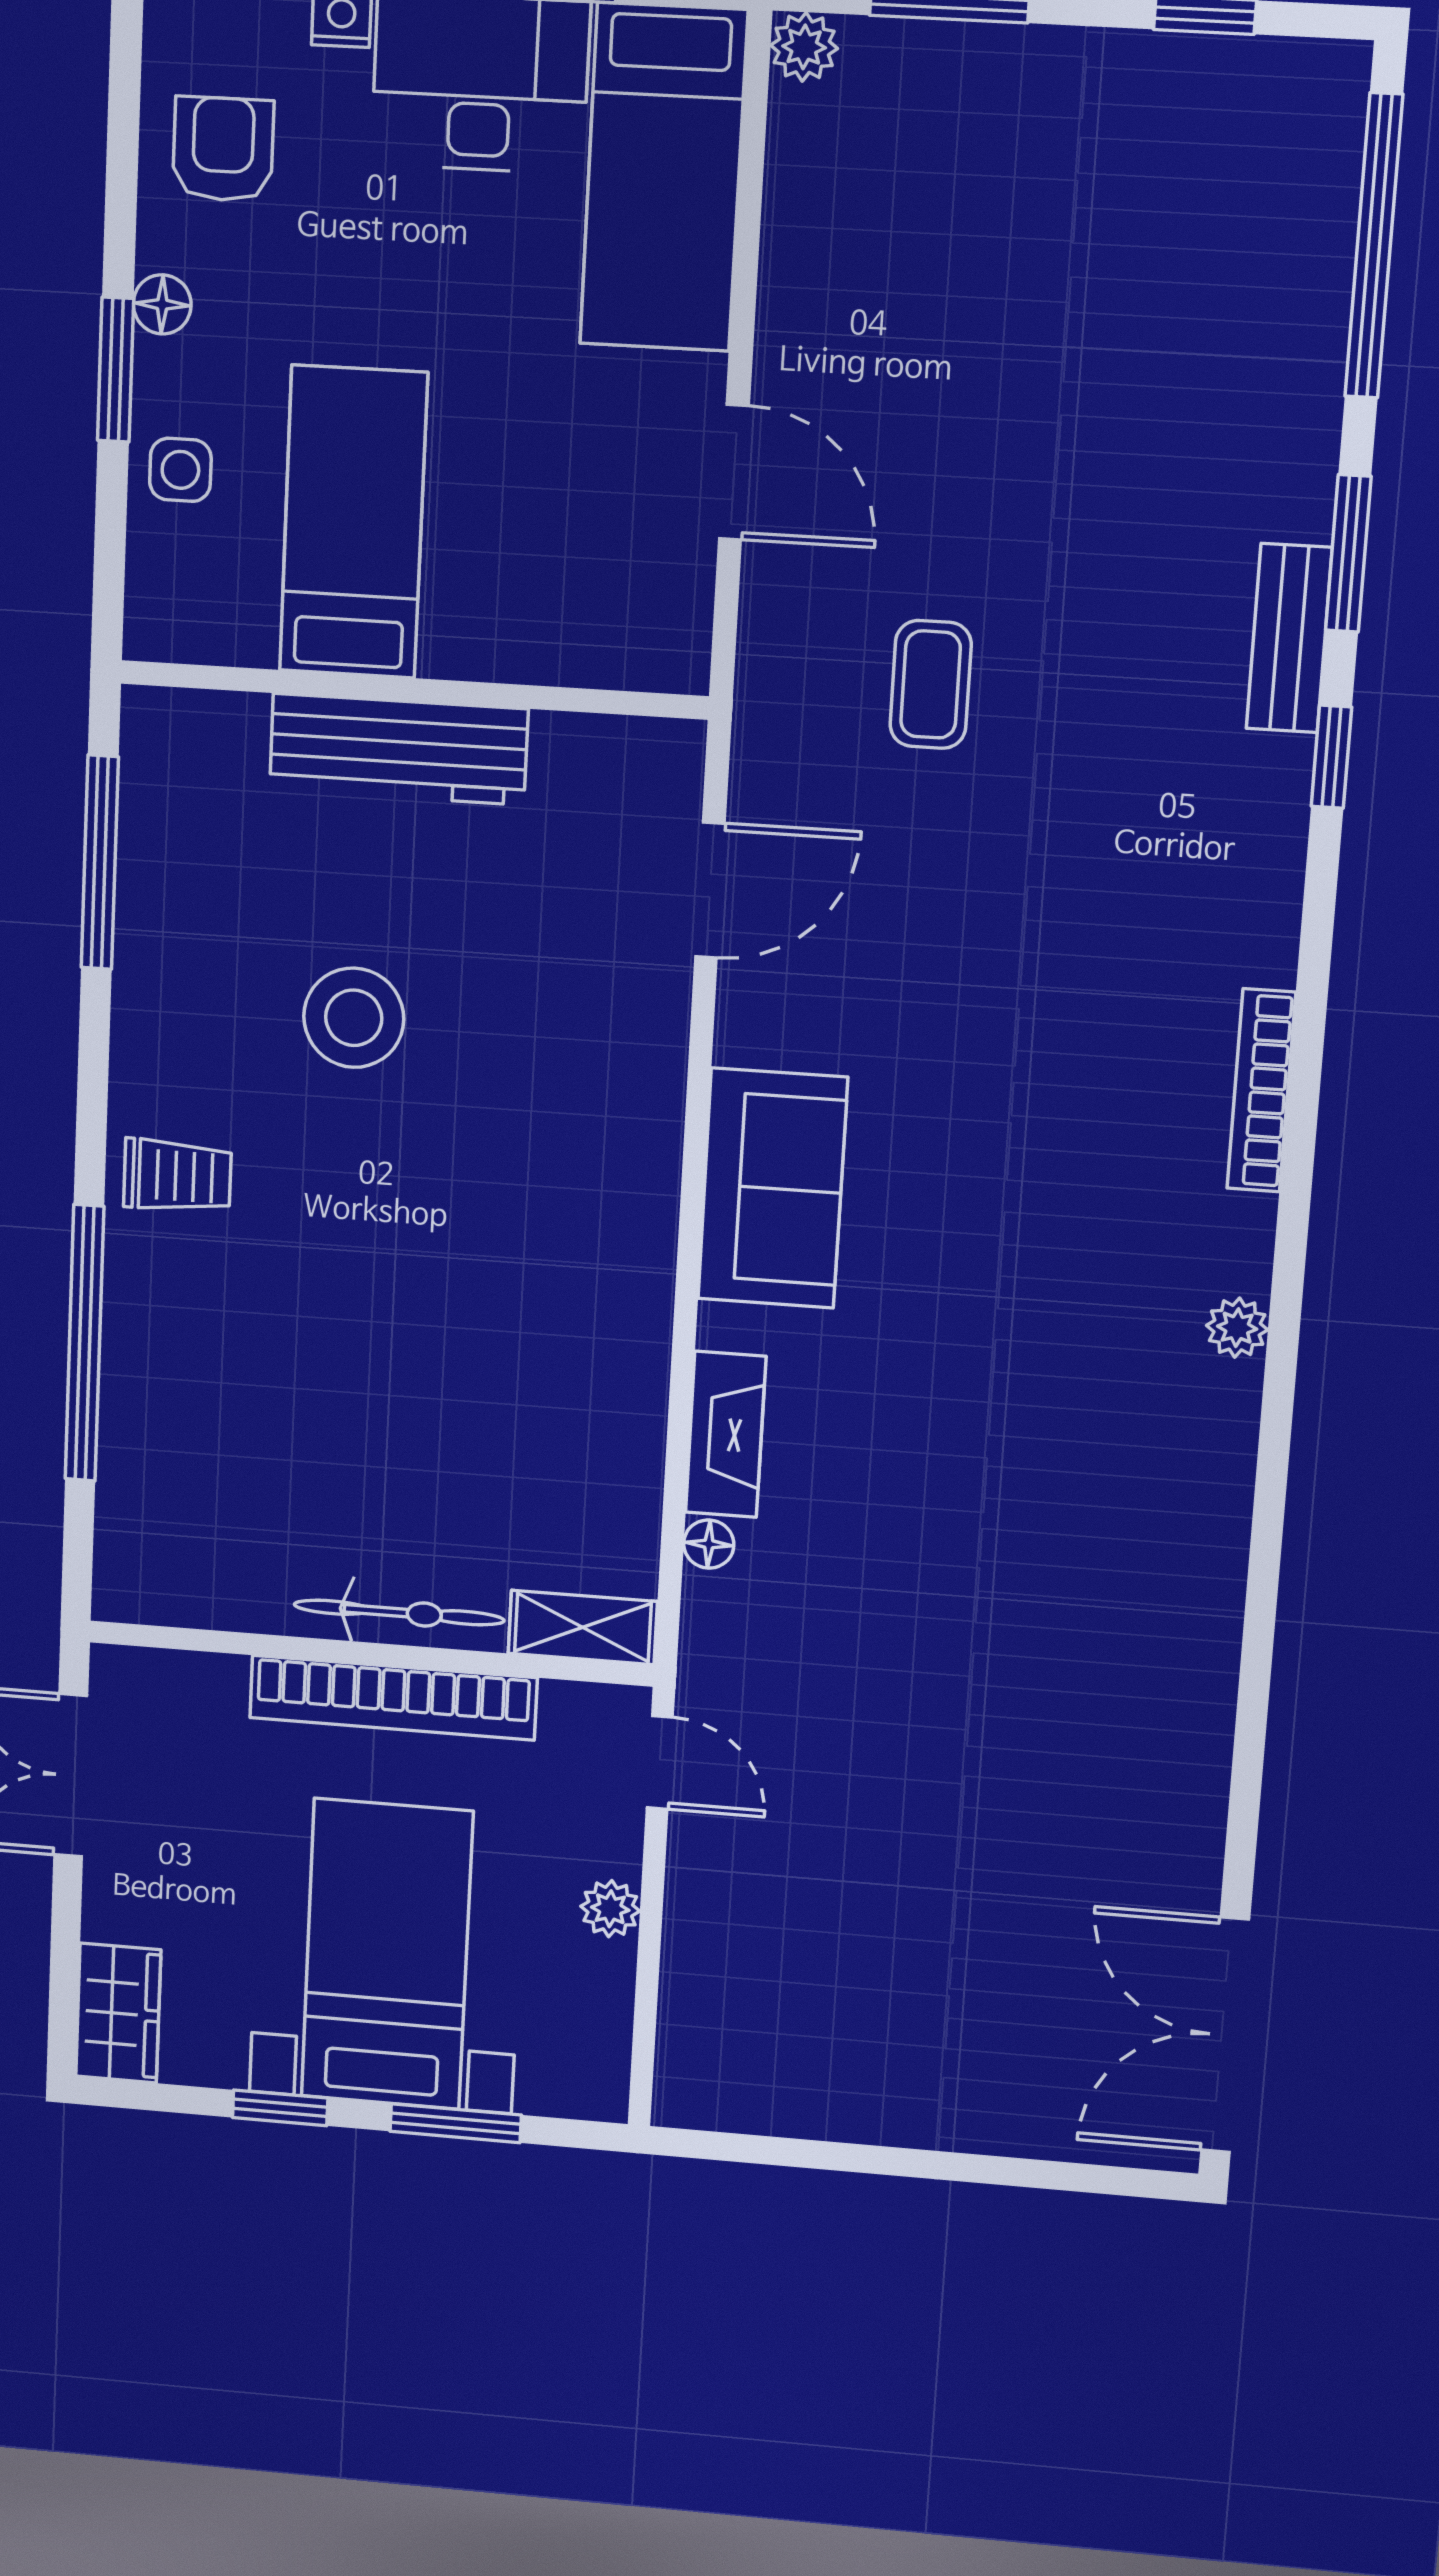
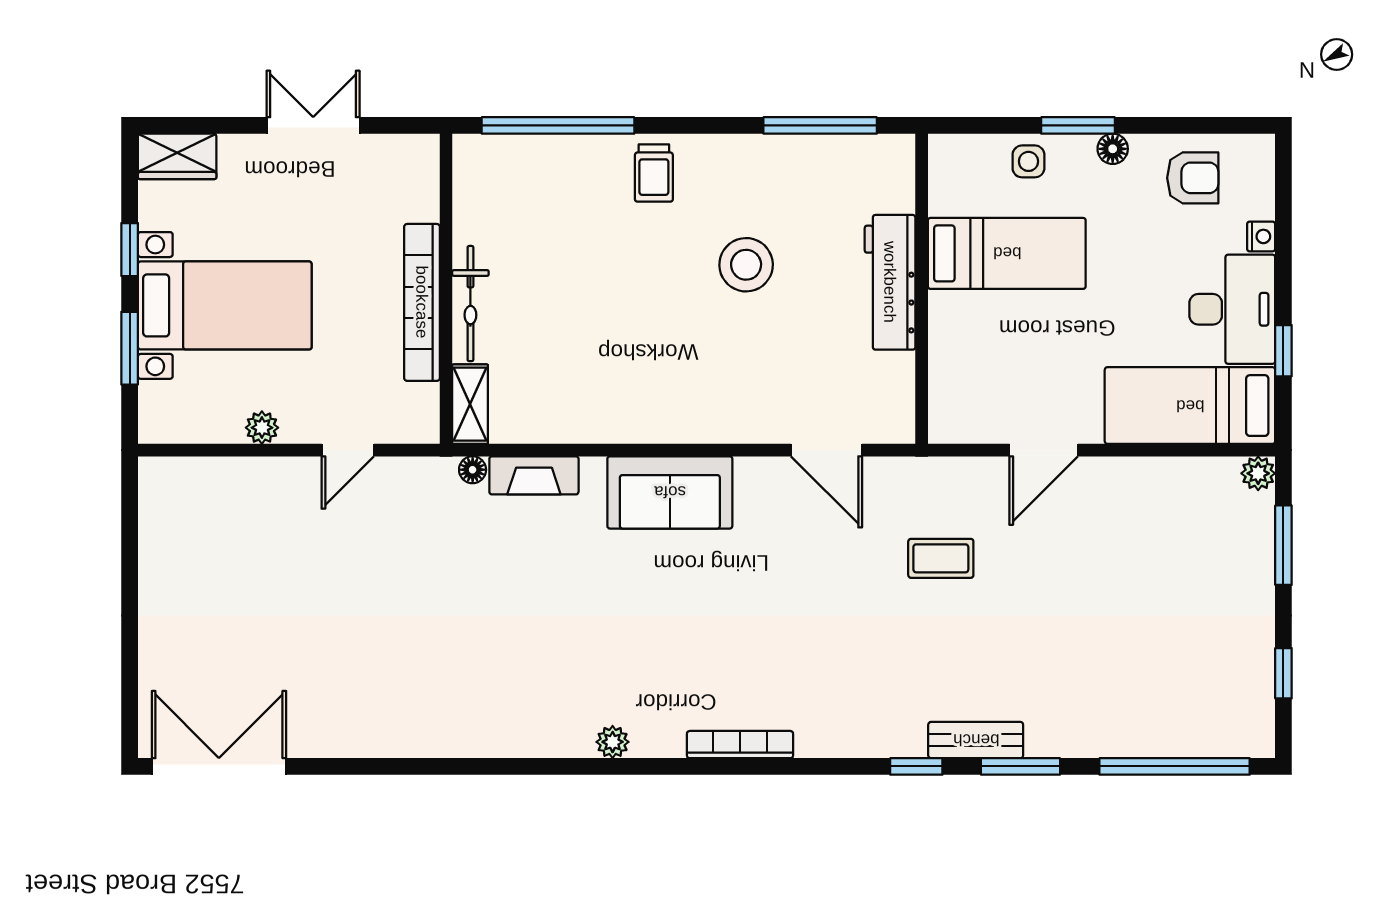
bicycle: (399, 1612) -> (470, 304), moved
shelving: (583, 1628) -> (470, 404), moved
wall: (370, 1654) -> (446, 289), moved
bookcase: (393, 1698) -> (422, 302), moved

